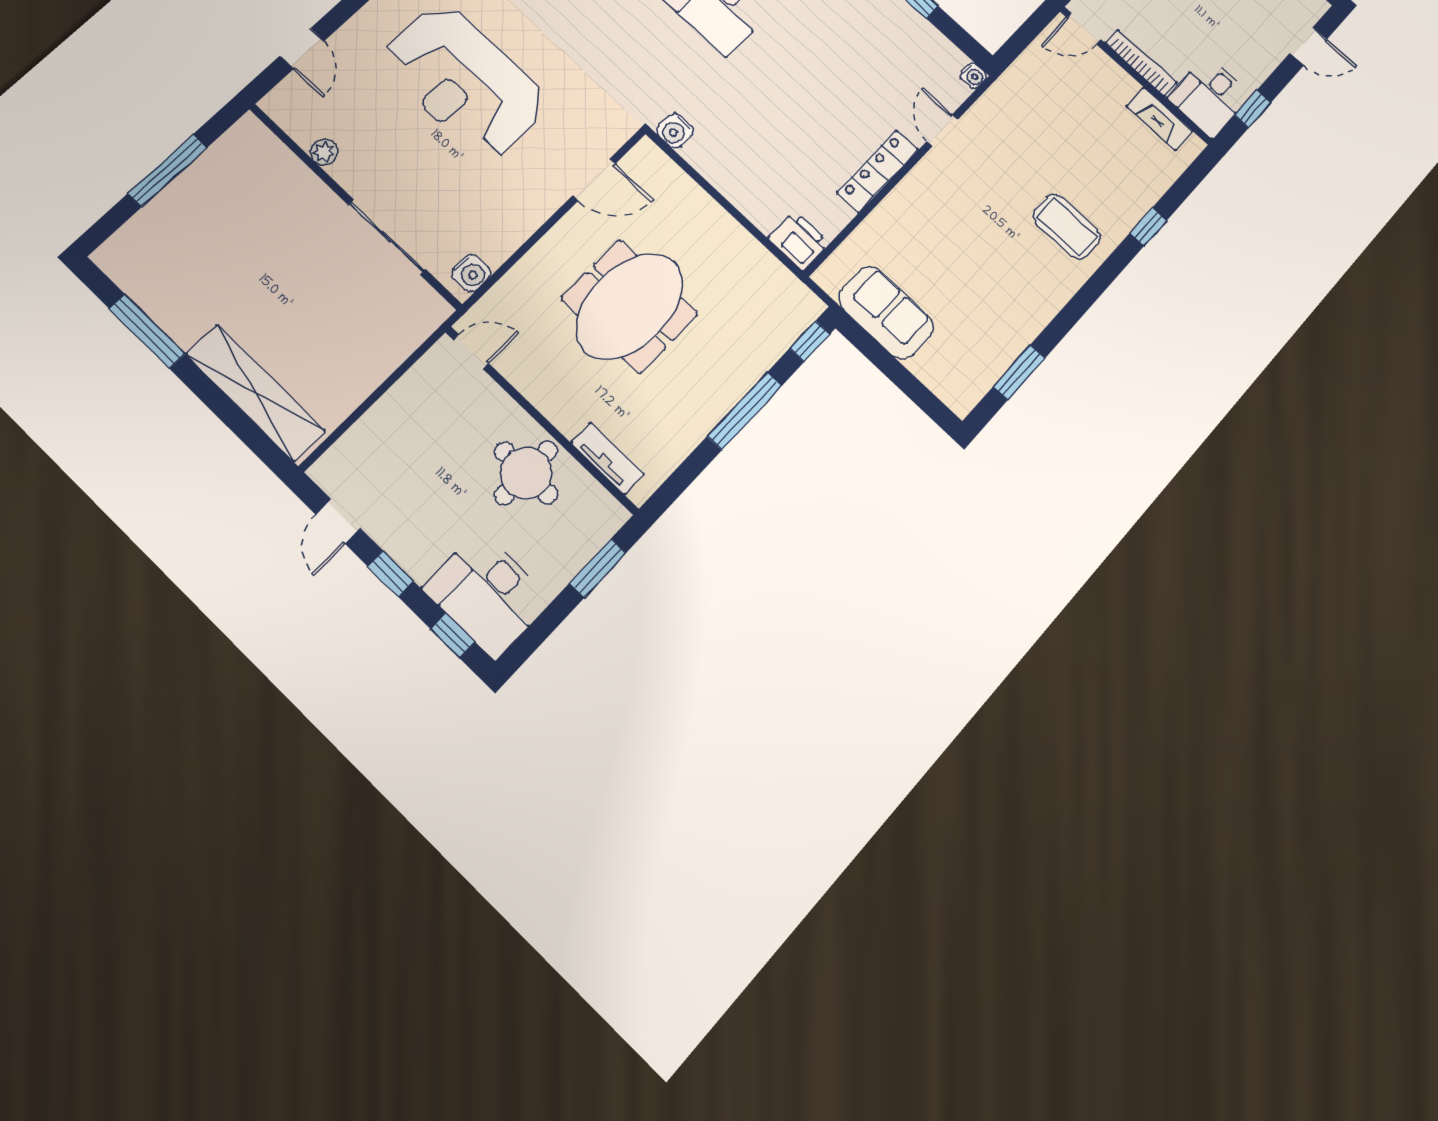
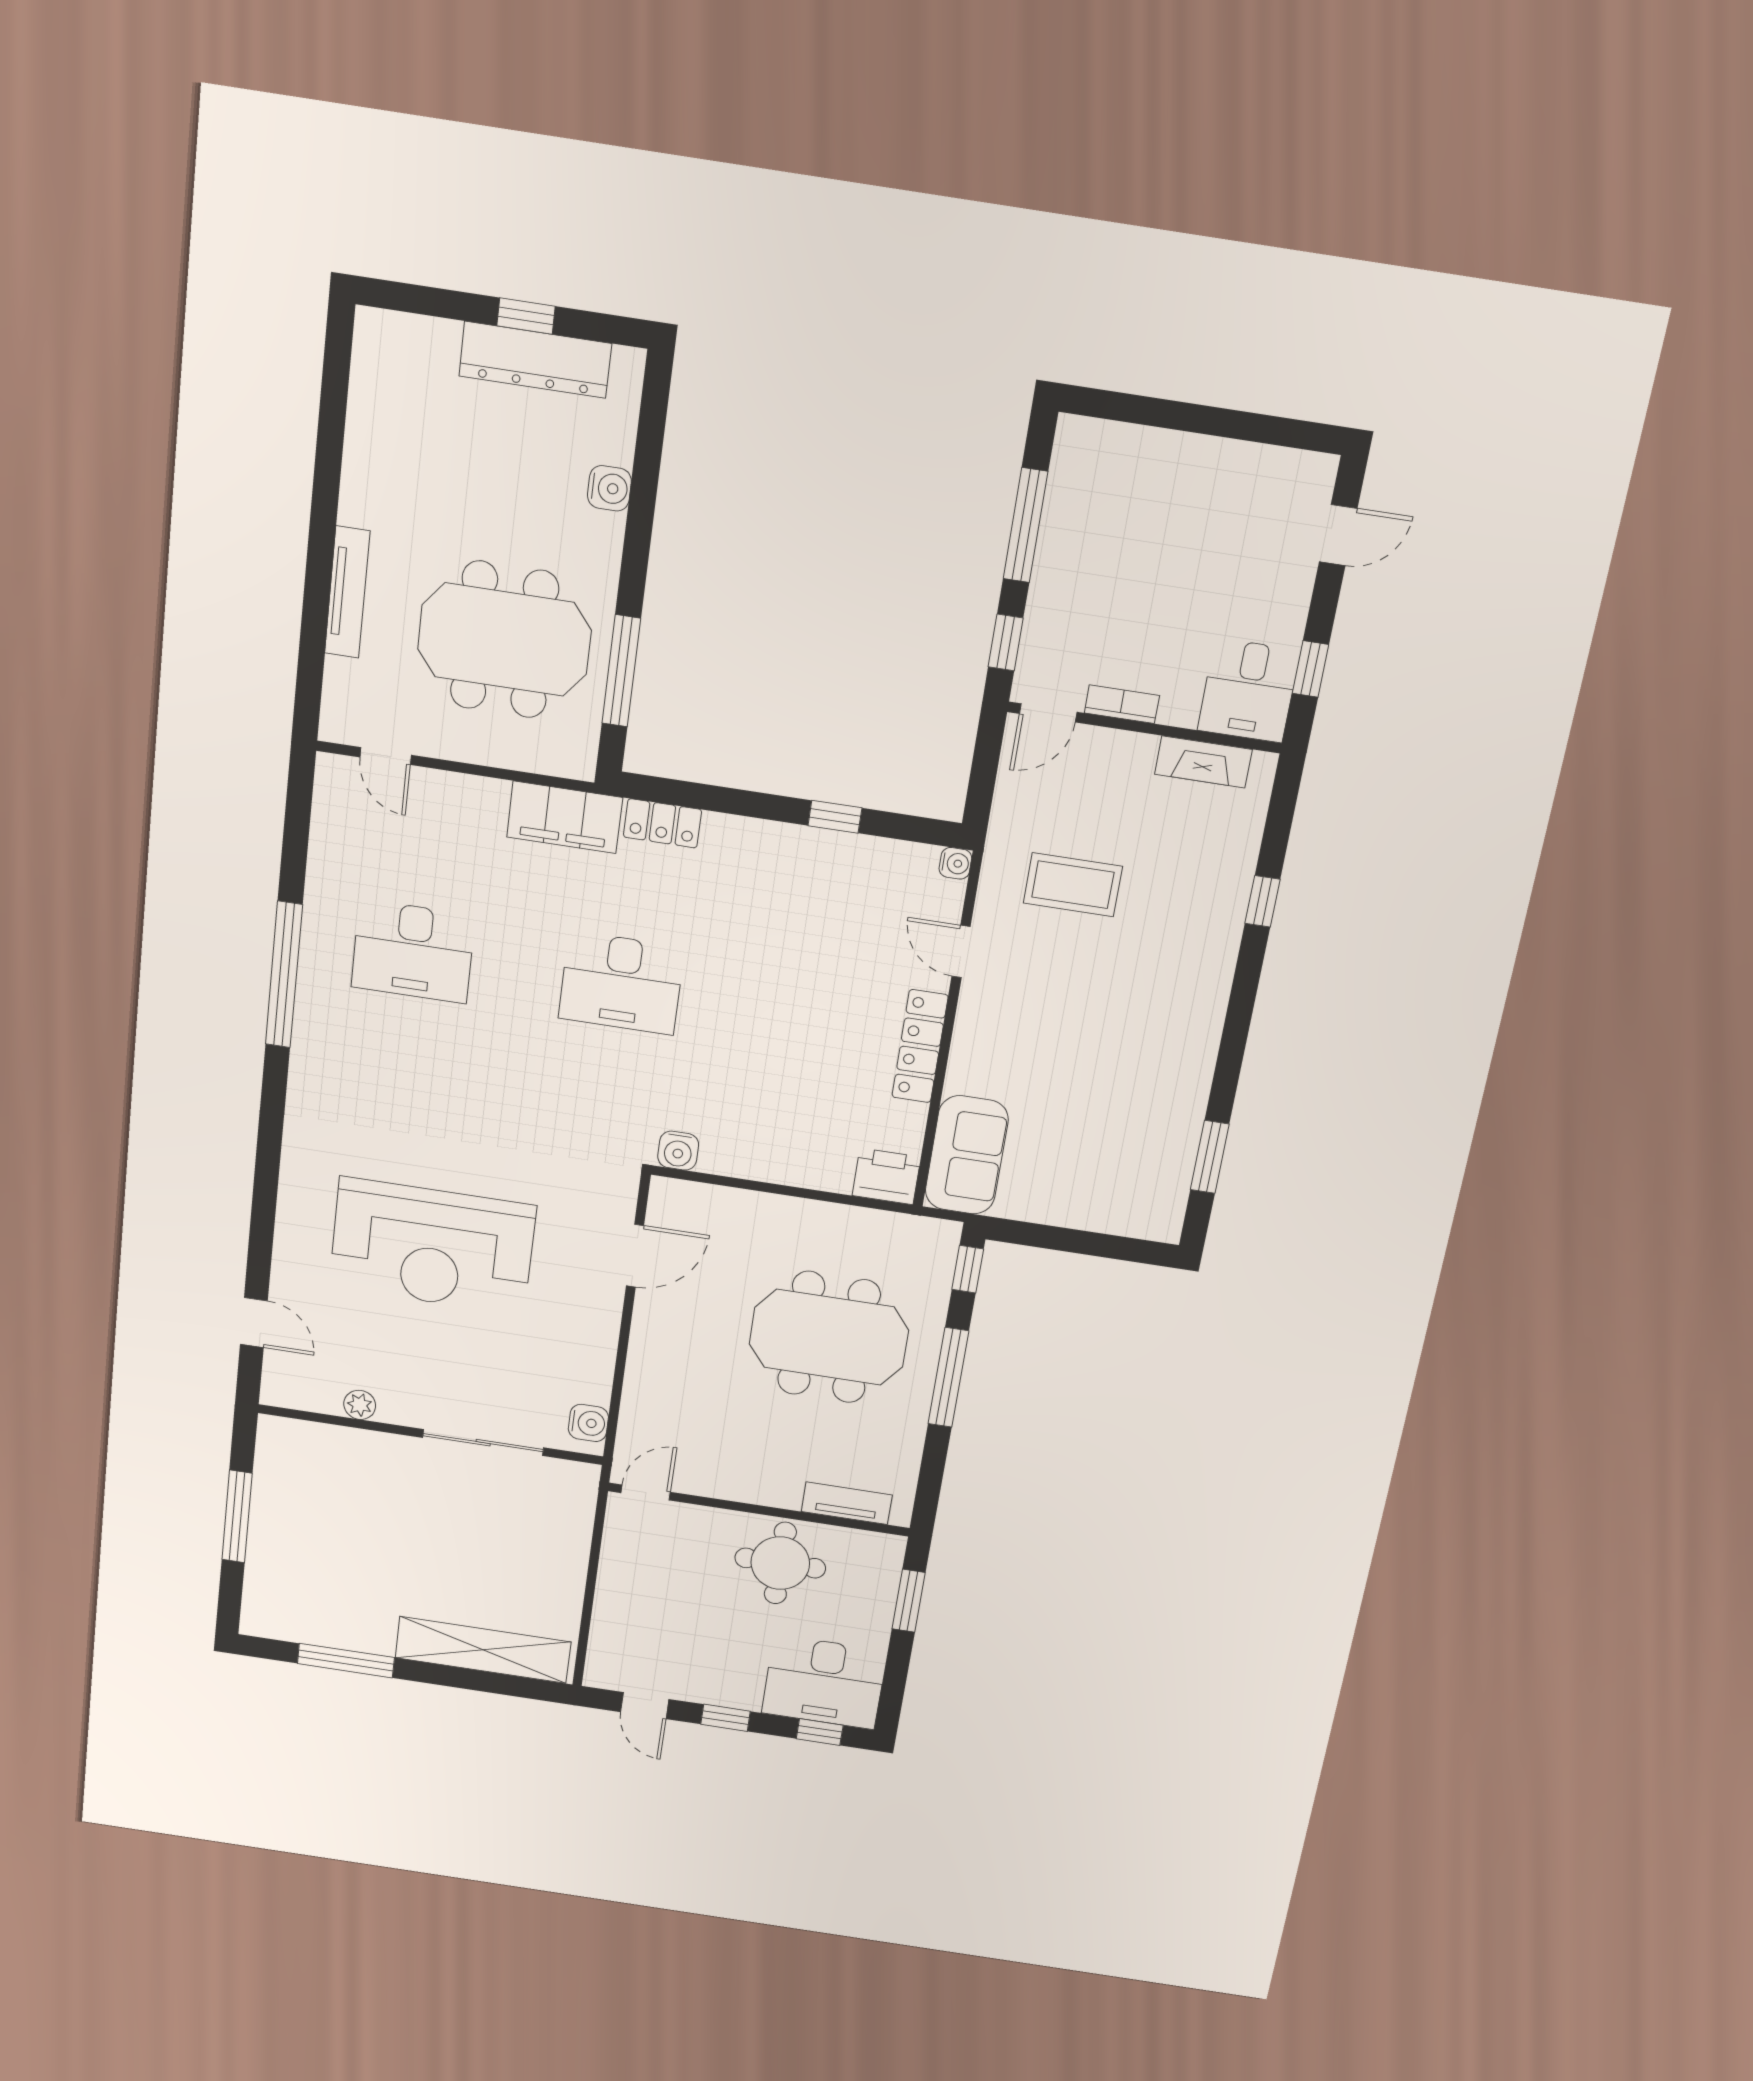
bookcase: (1141, 63) -> (1122, 704), width x0.64
coffee table: (1067, 227) -> (1073, 885), moved
meeting table: (629, 306) -> (829, 1337), moved, turned 90
sofa: (886, 313) -> (967, 1155), moved, turned 90

